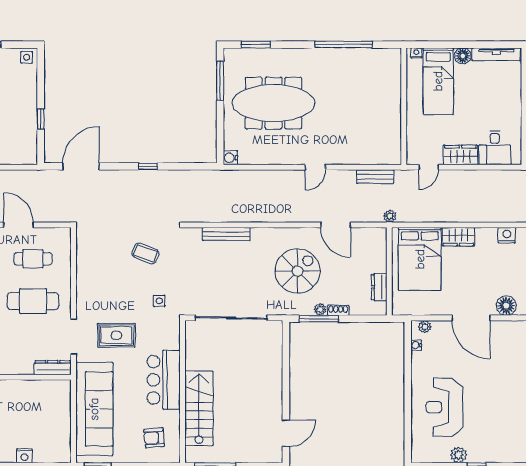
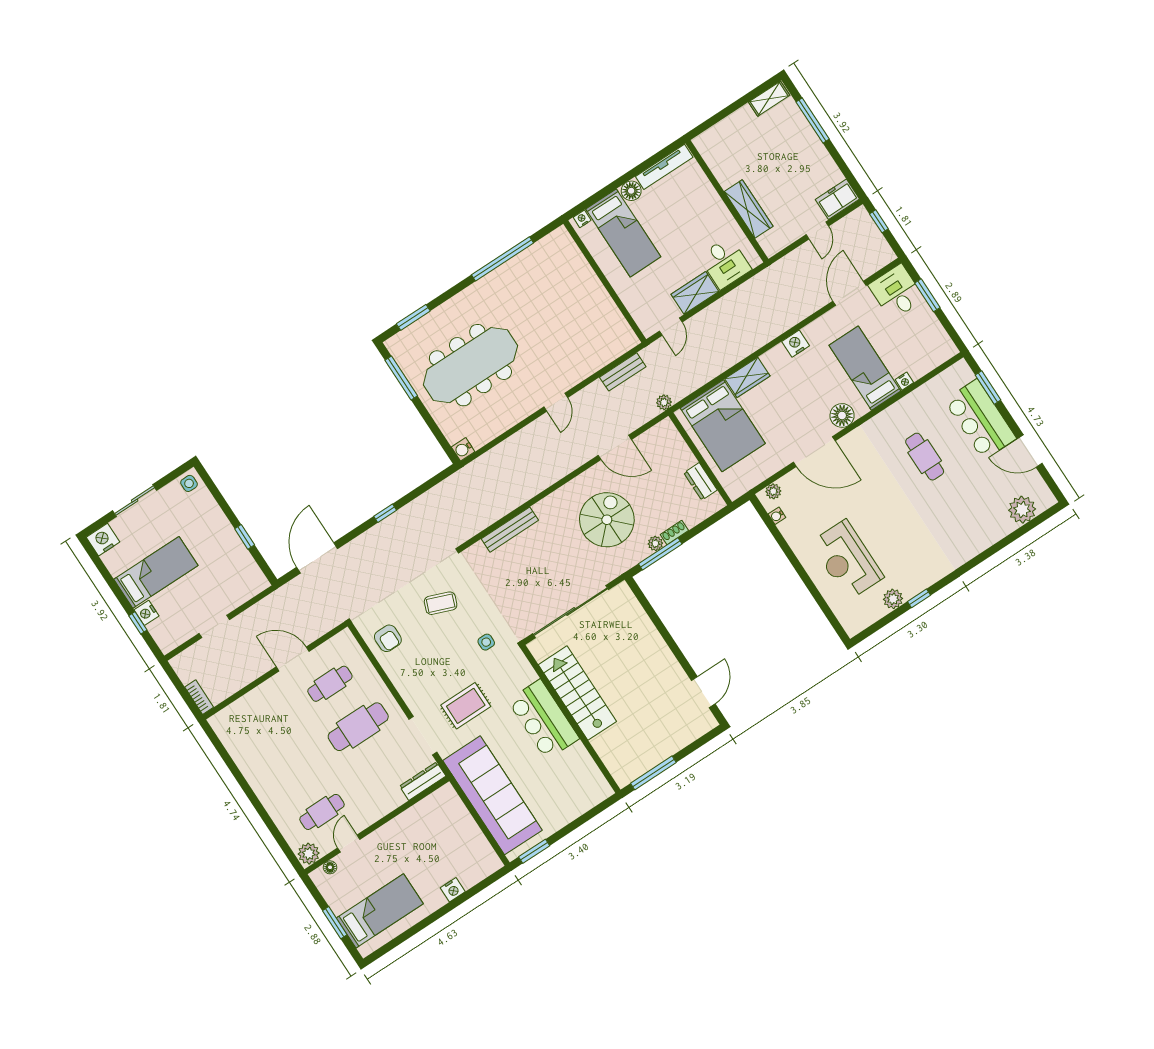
stairs: (199, 408) -> (577, 693), moved
armchair: (154, 438) -> (388, 638), moved, turned -85

